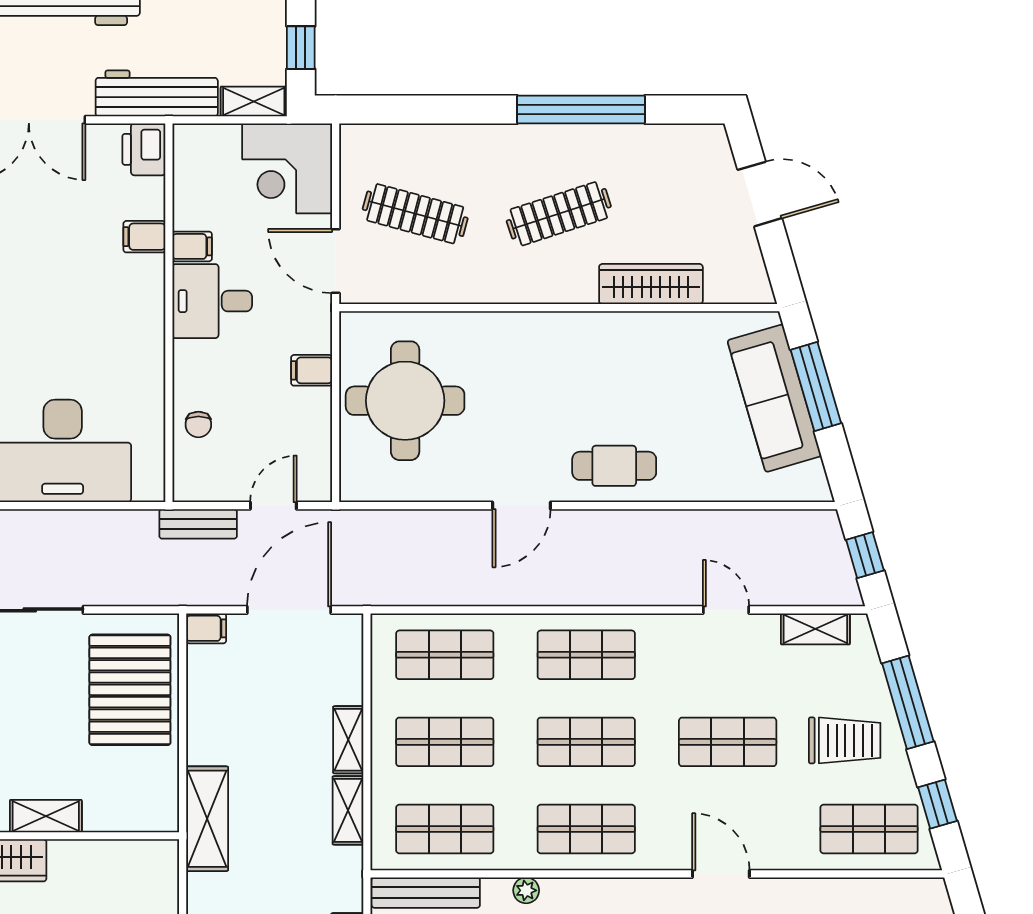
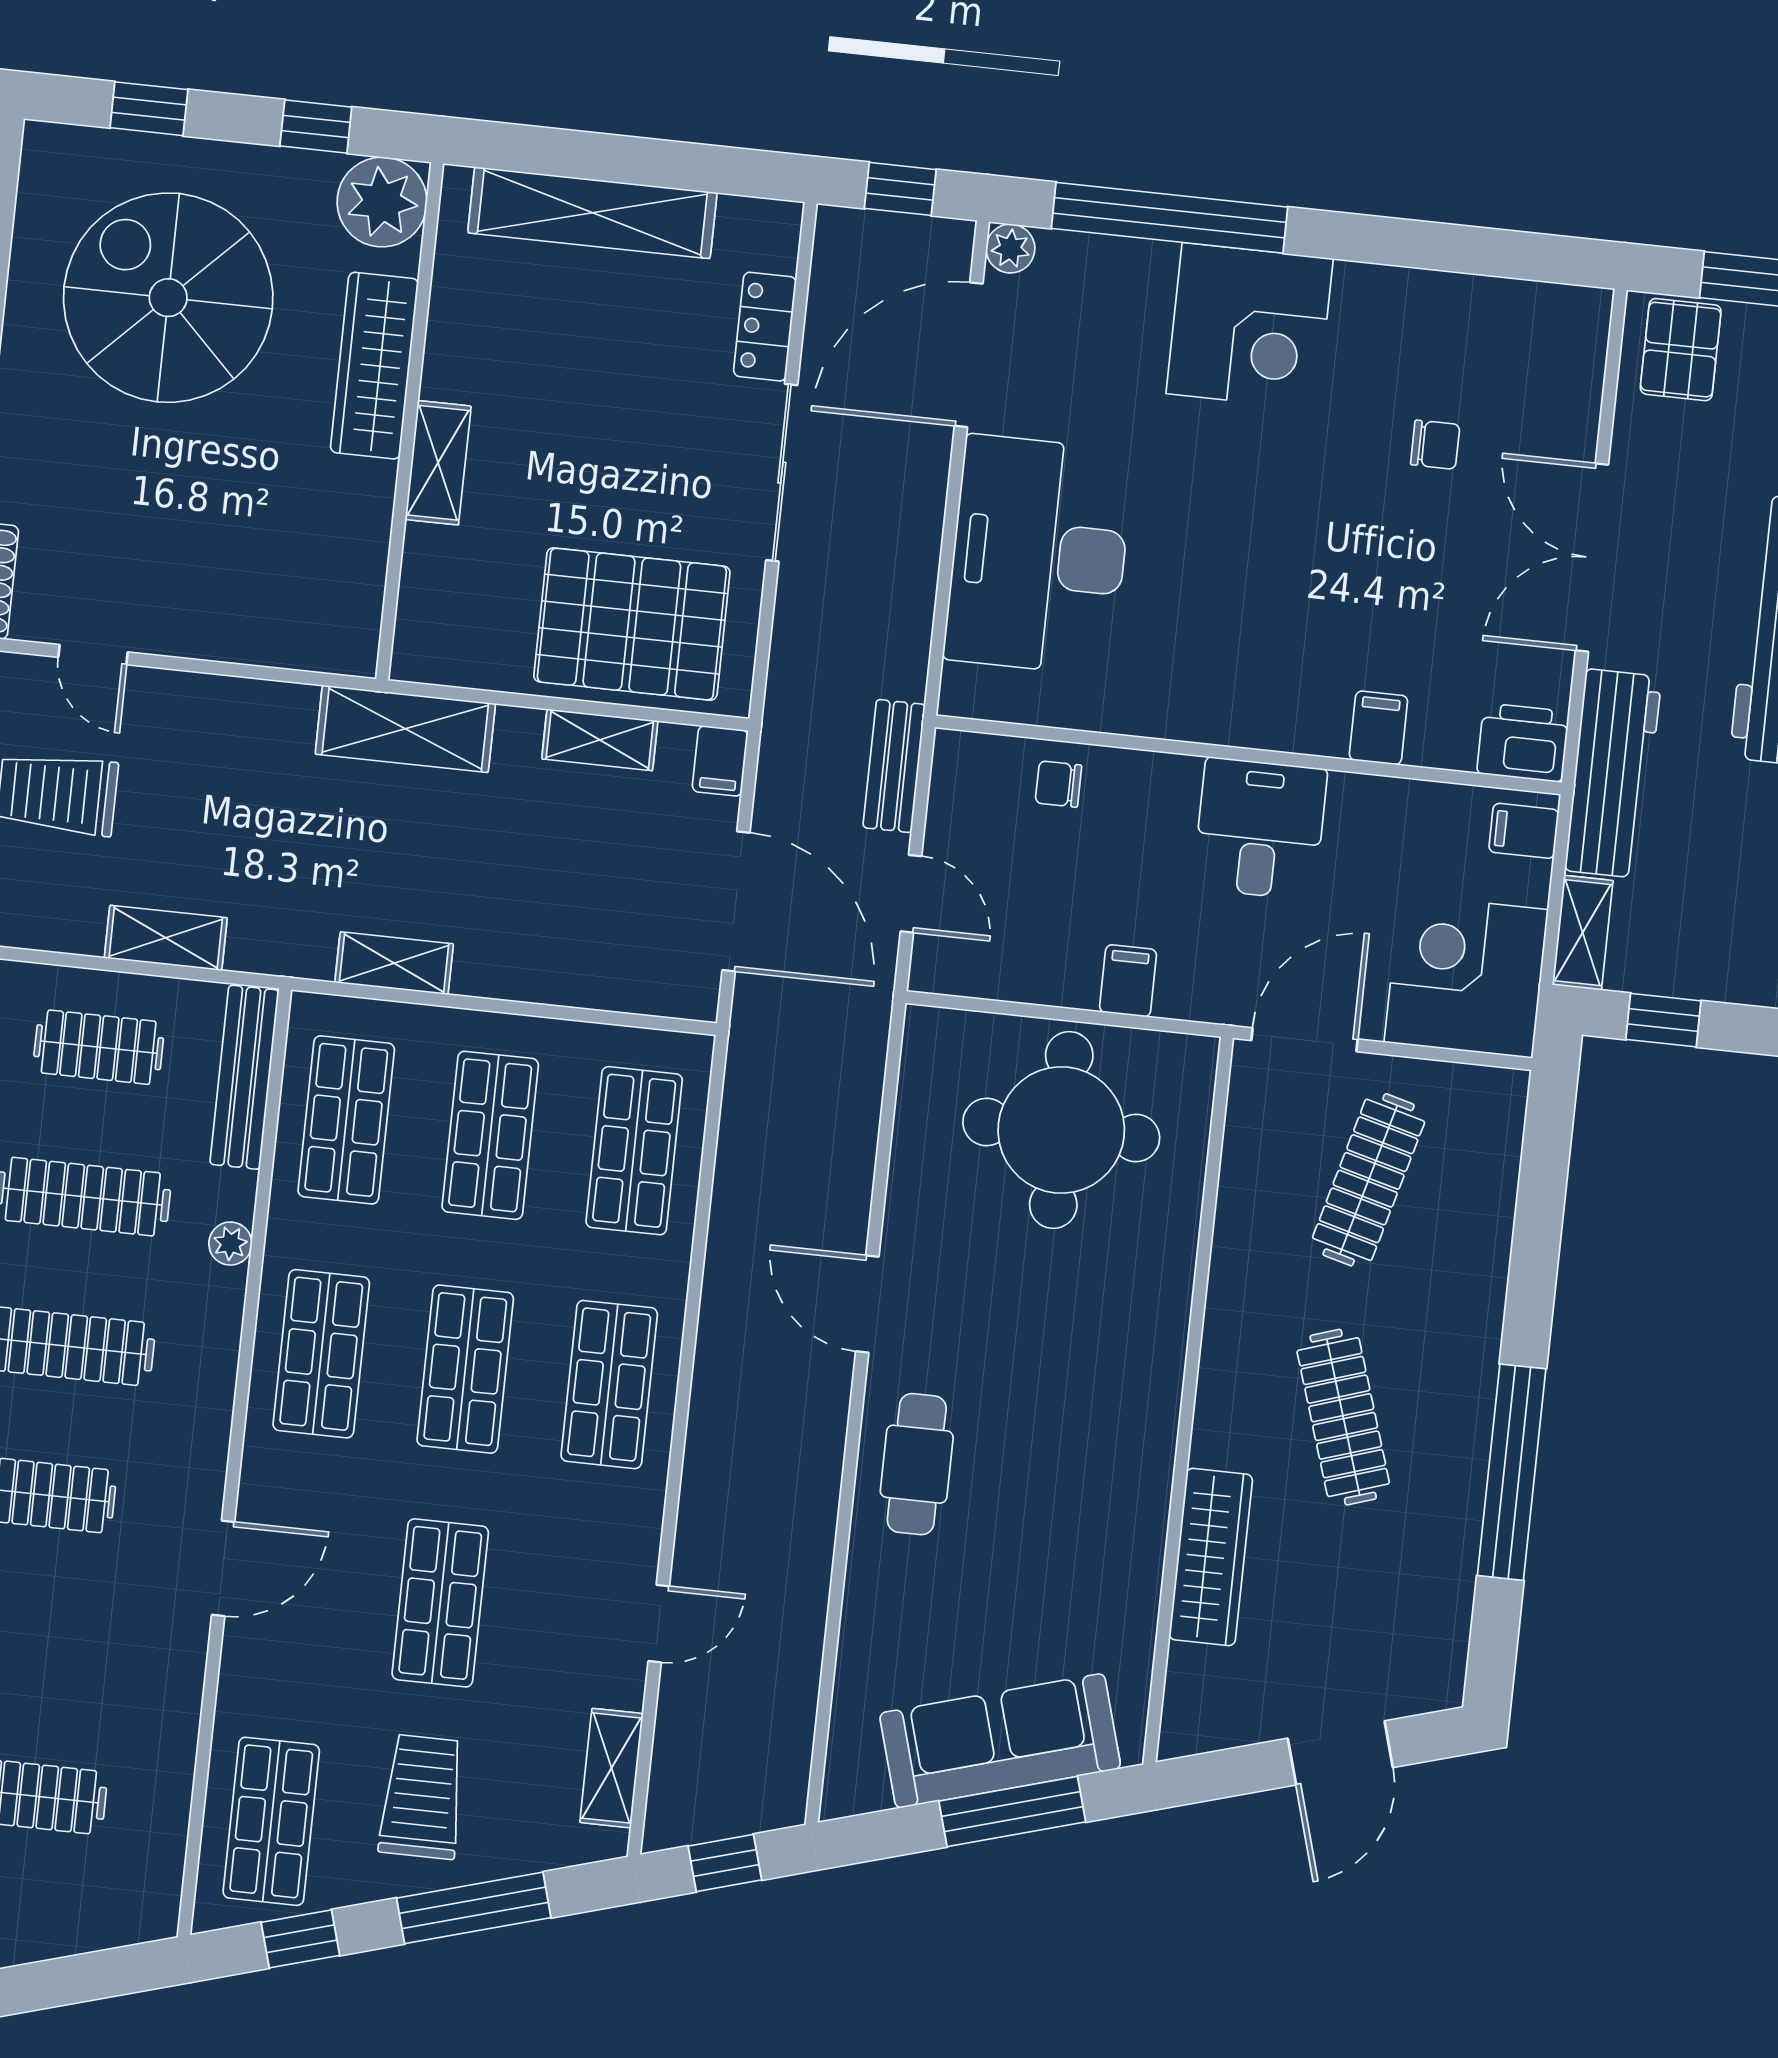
filing cabinet: (192, 246) -> (1524, 831), moved, turned 90
shelving: (348, 740) -> (600, 740), moved
trolley: (845, 740) -> (422, 1797), turned 180

